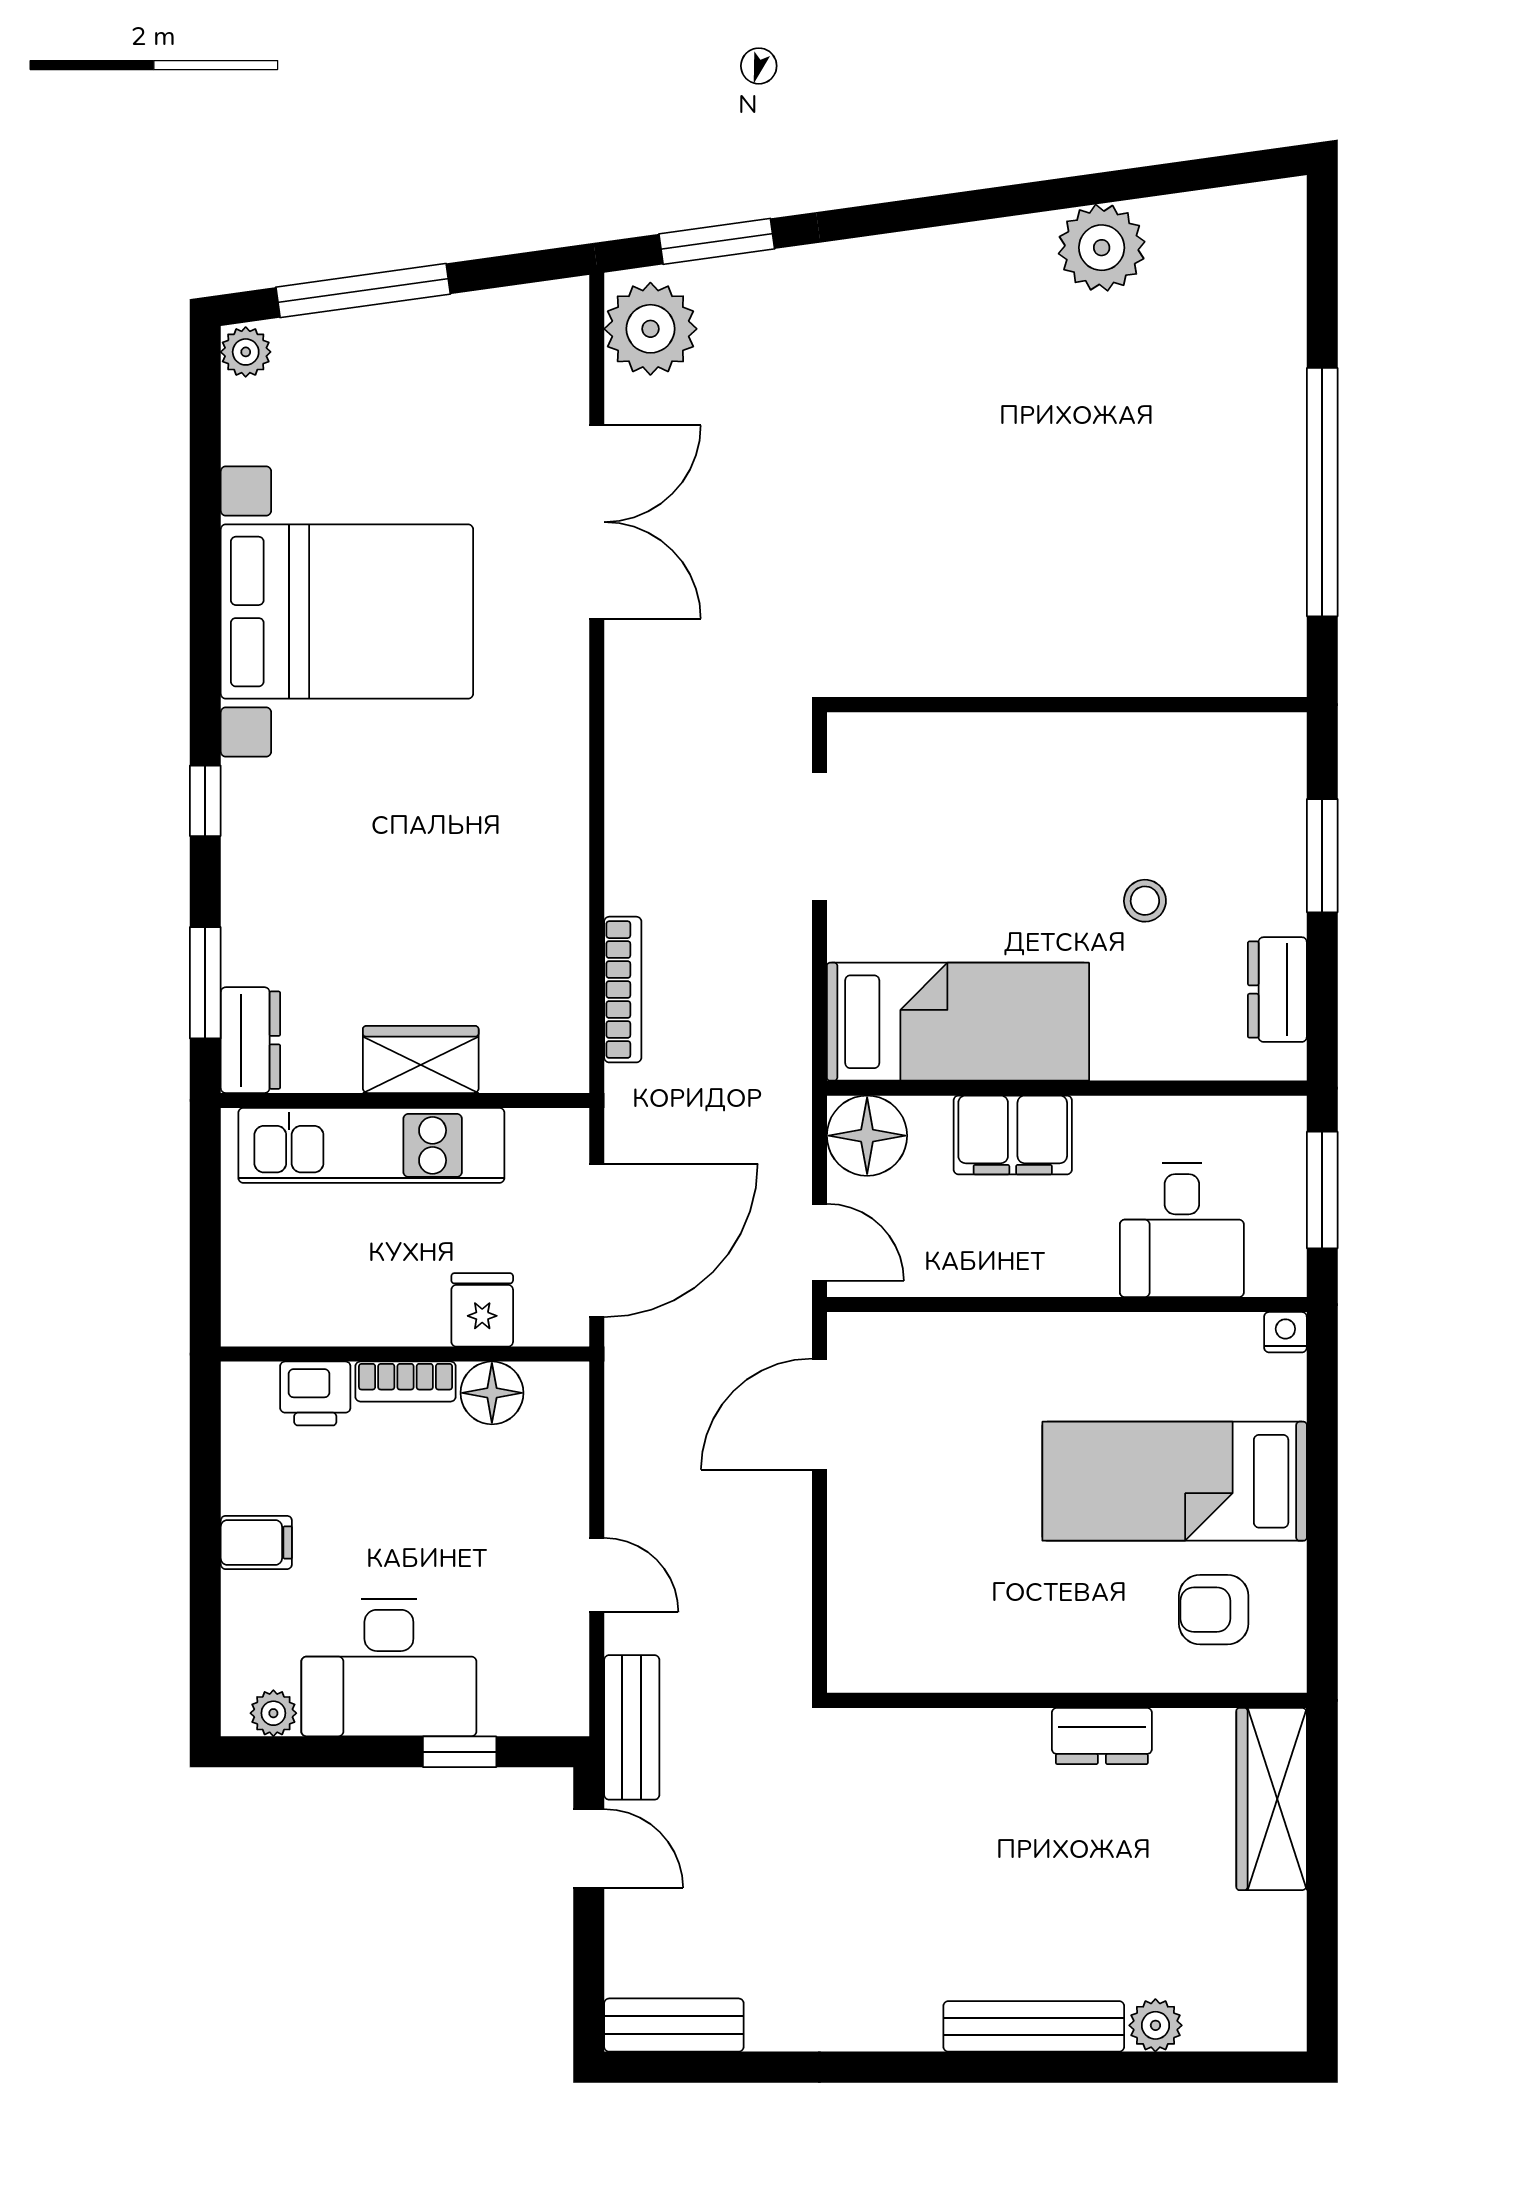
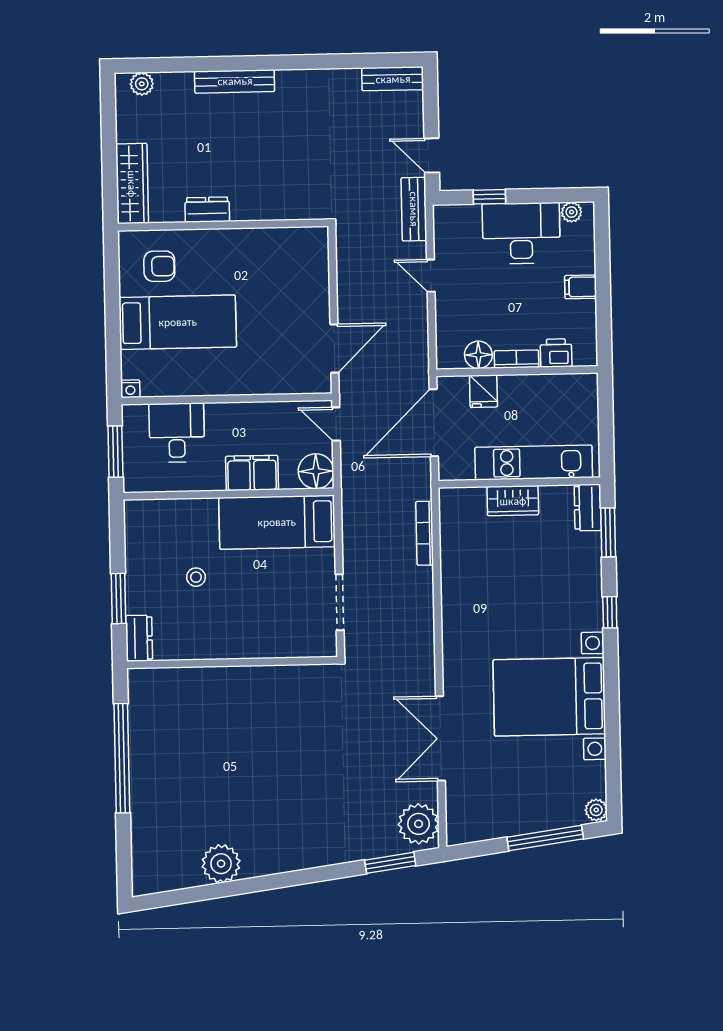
dresser: (1277, 990) -> (139, 638), moved
plant: (1155, 2025) -> (142, 84), moved

